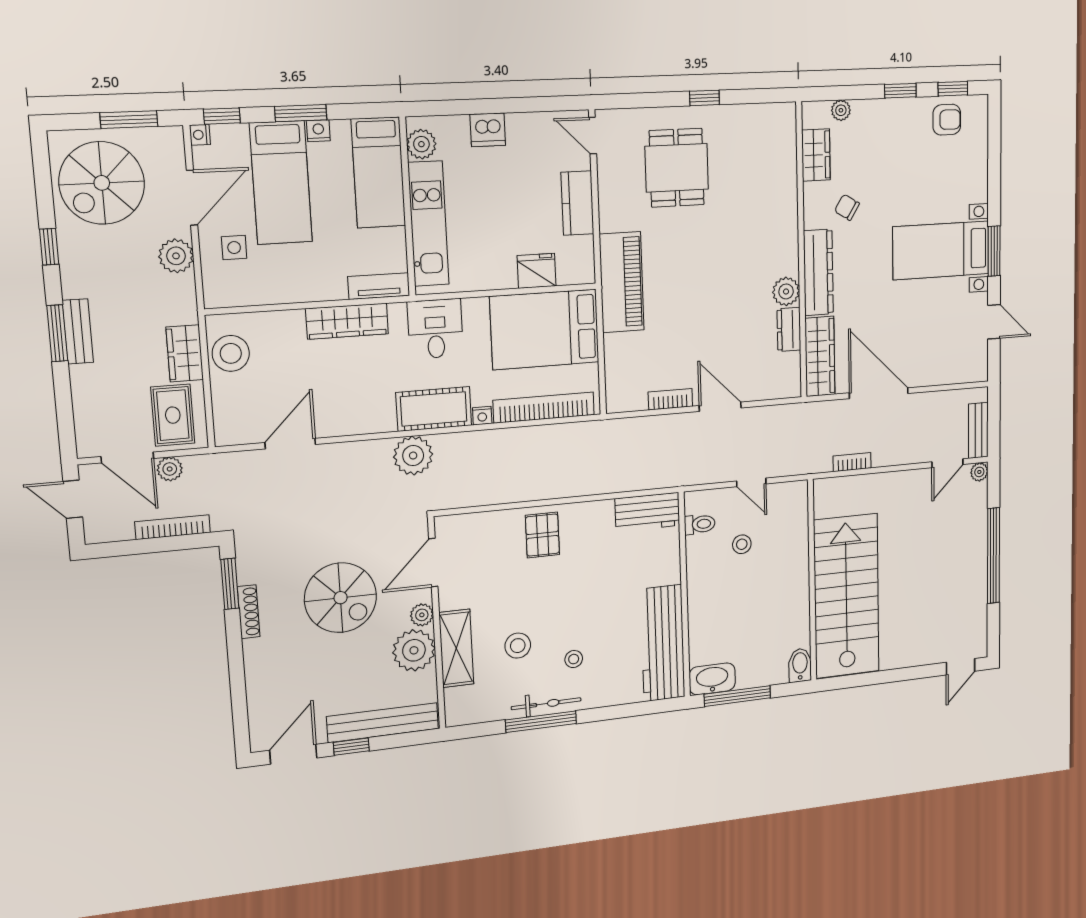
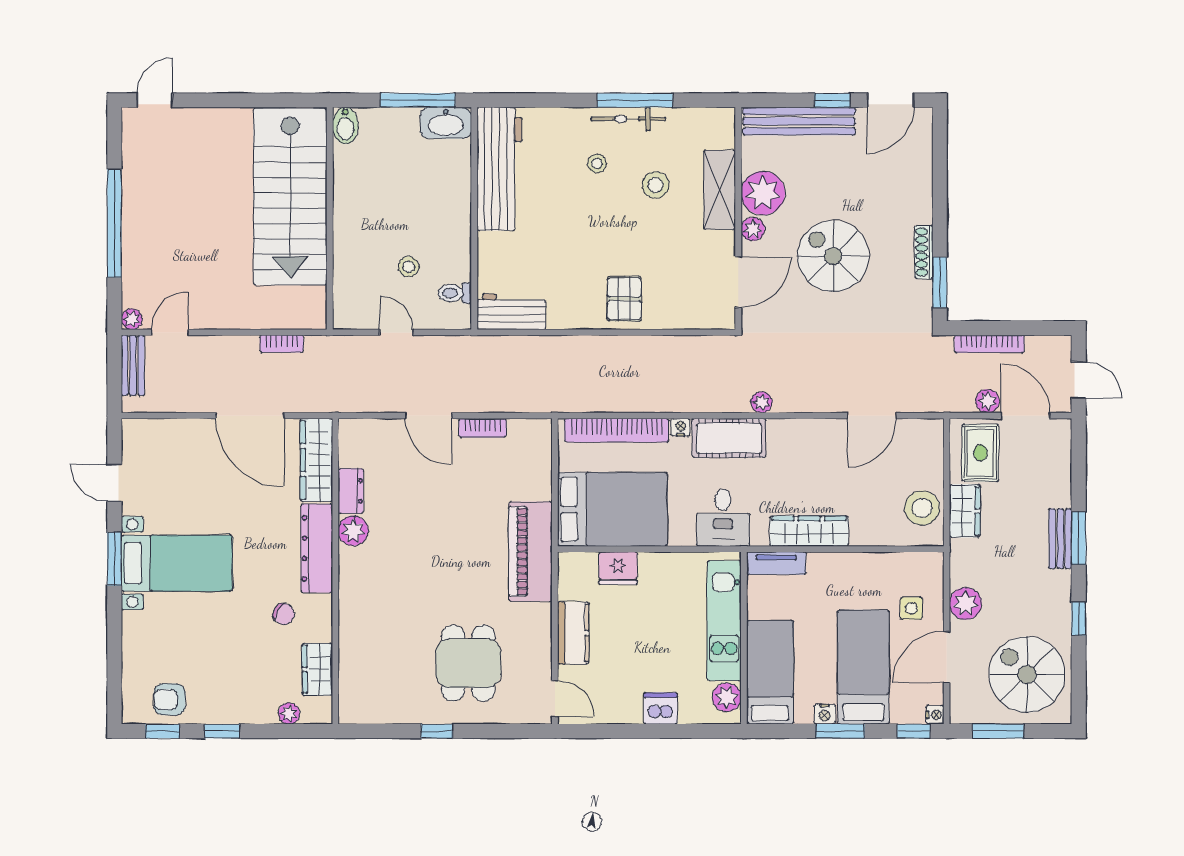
spiral stairs: (102, 183) -> (1027, 675), turned -90
plant: (413, 456) -> (762, 402), width x0.53, depth x0.53

